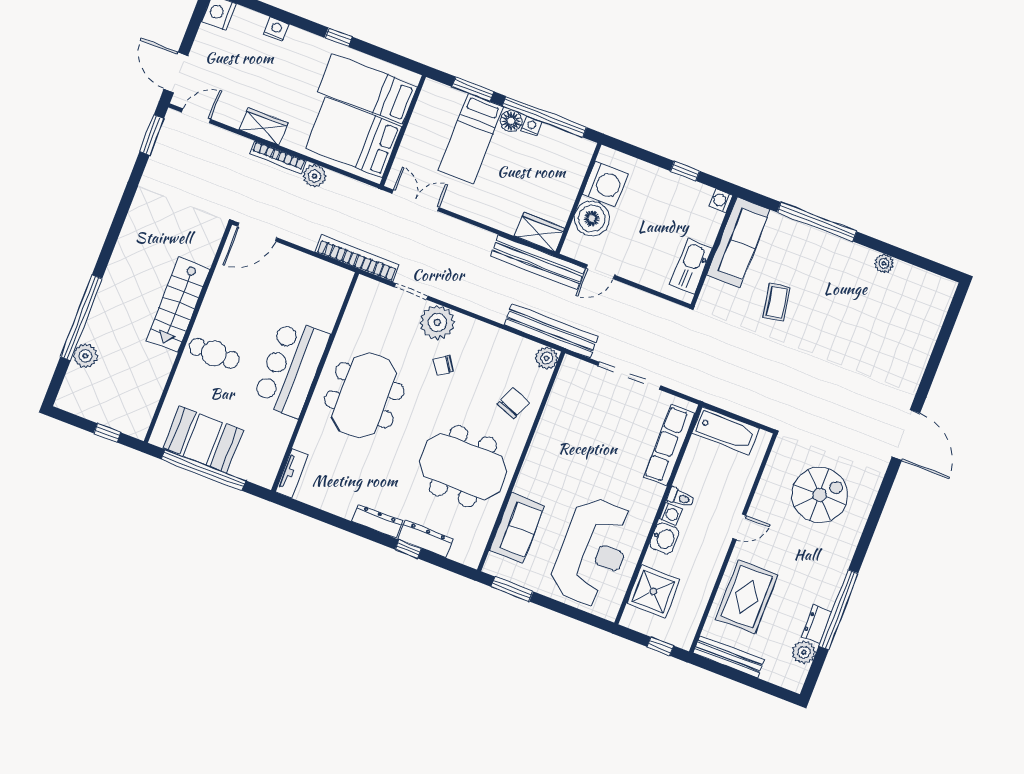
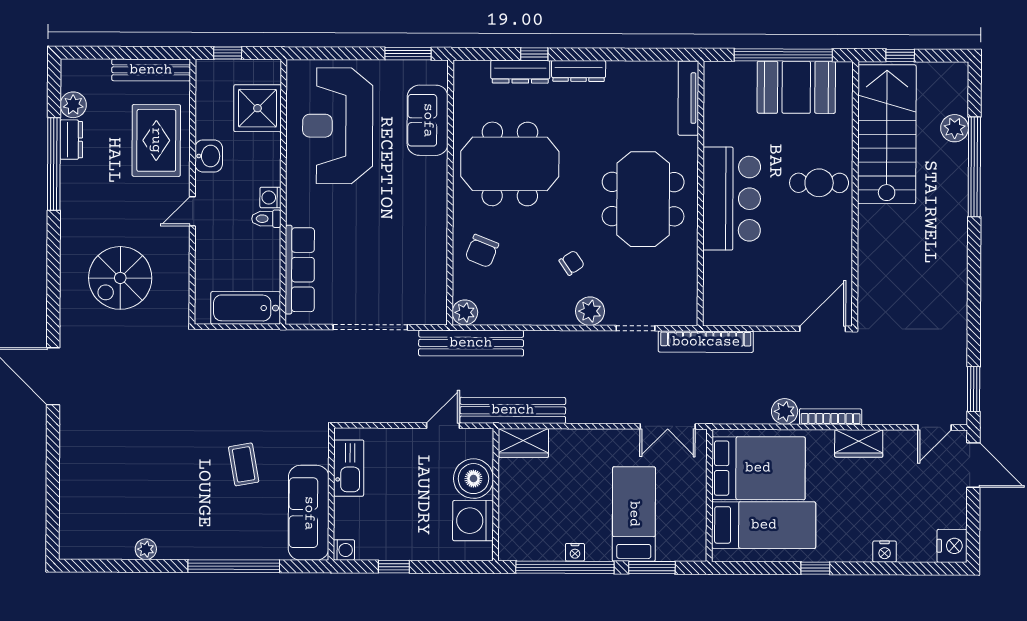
floor lamp: (511, 121) -> (598, 549), removed
stairs: (178, 305) -> (887, 134), moved, width x1.36, depth x1.51
plant: (437, 322) -> (590, 311), width x0.73, depth x0.73
tv unit: (292, 473) -> (688, 98), width x1.41
washbasin: (664, 538) -> (209, 156), moved, turned 180

